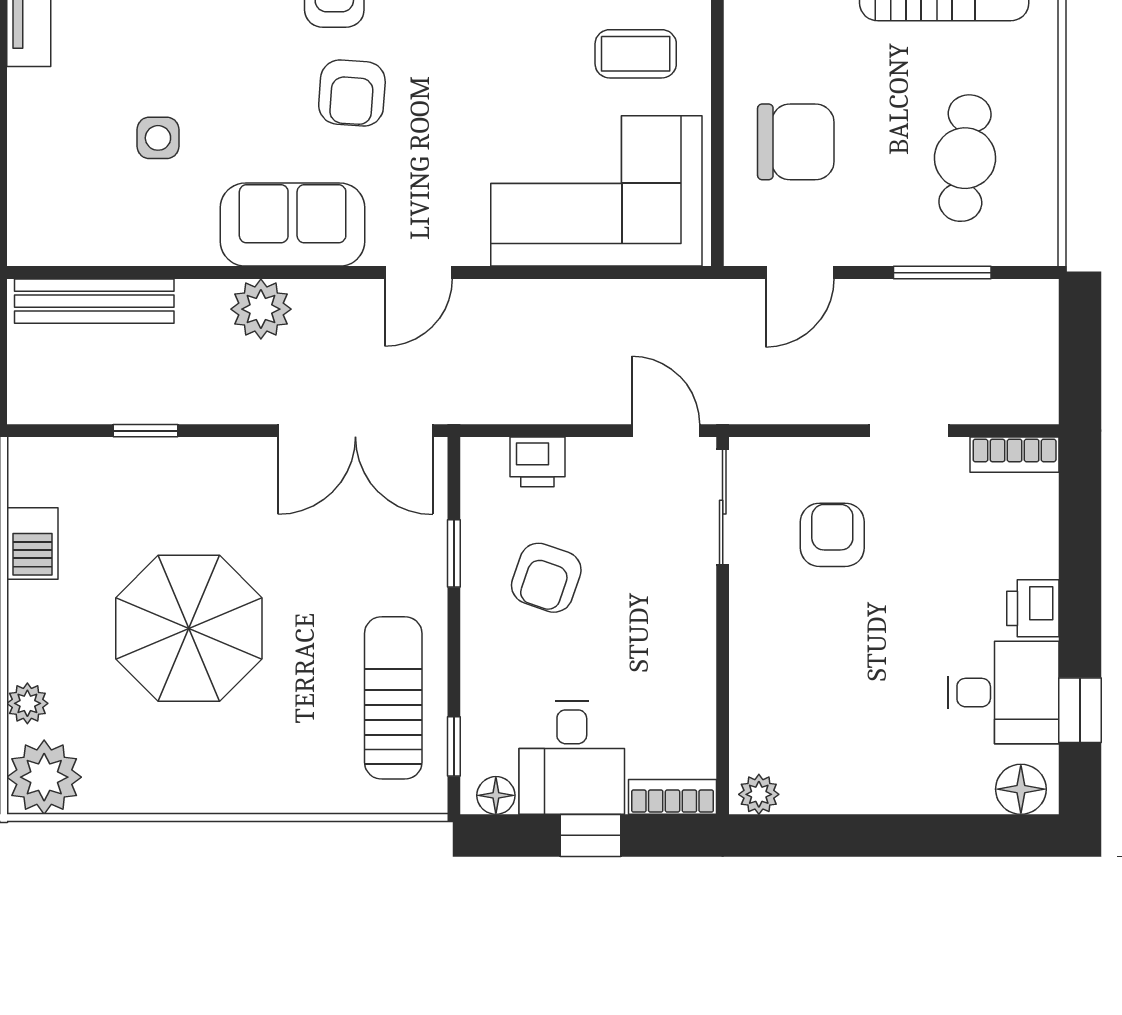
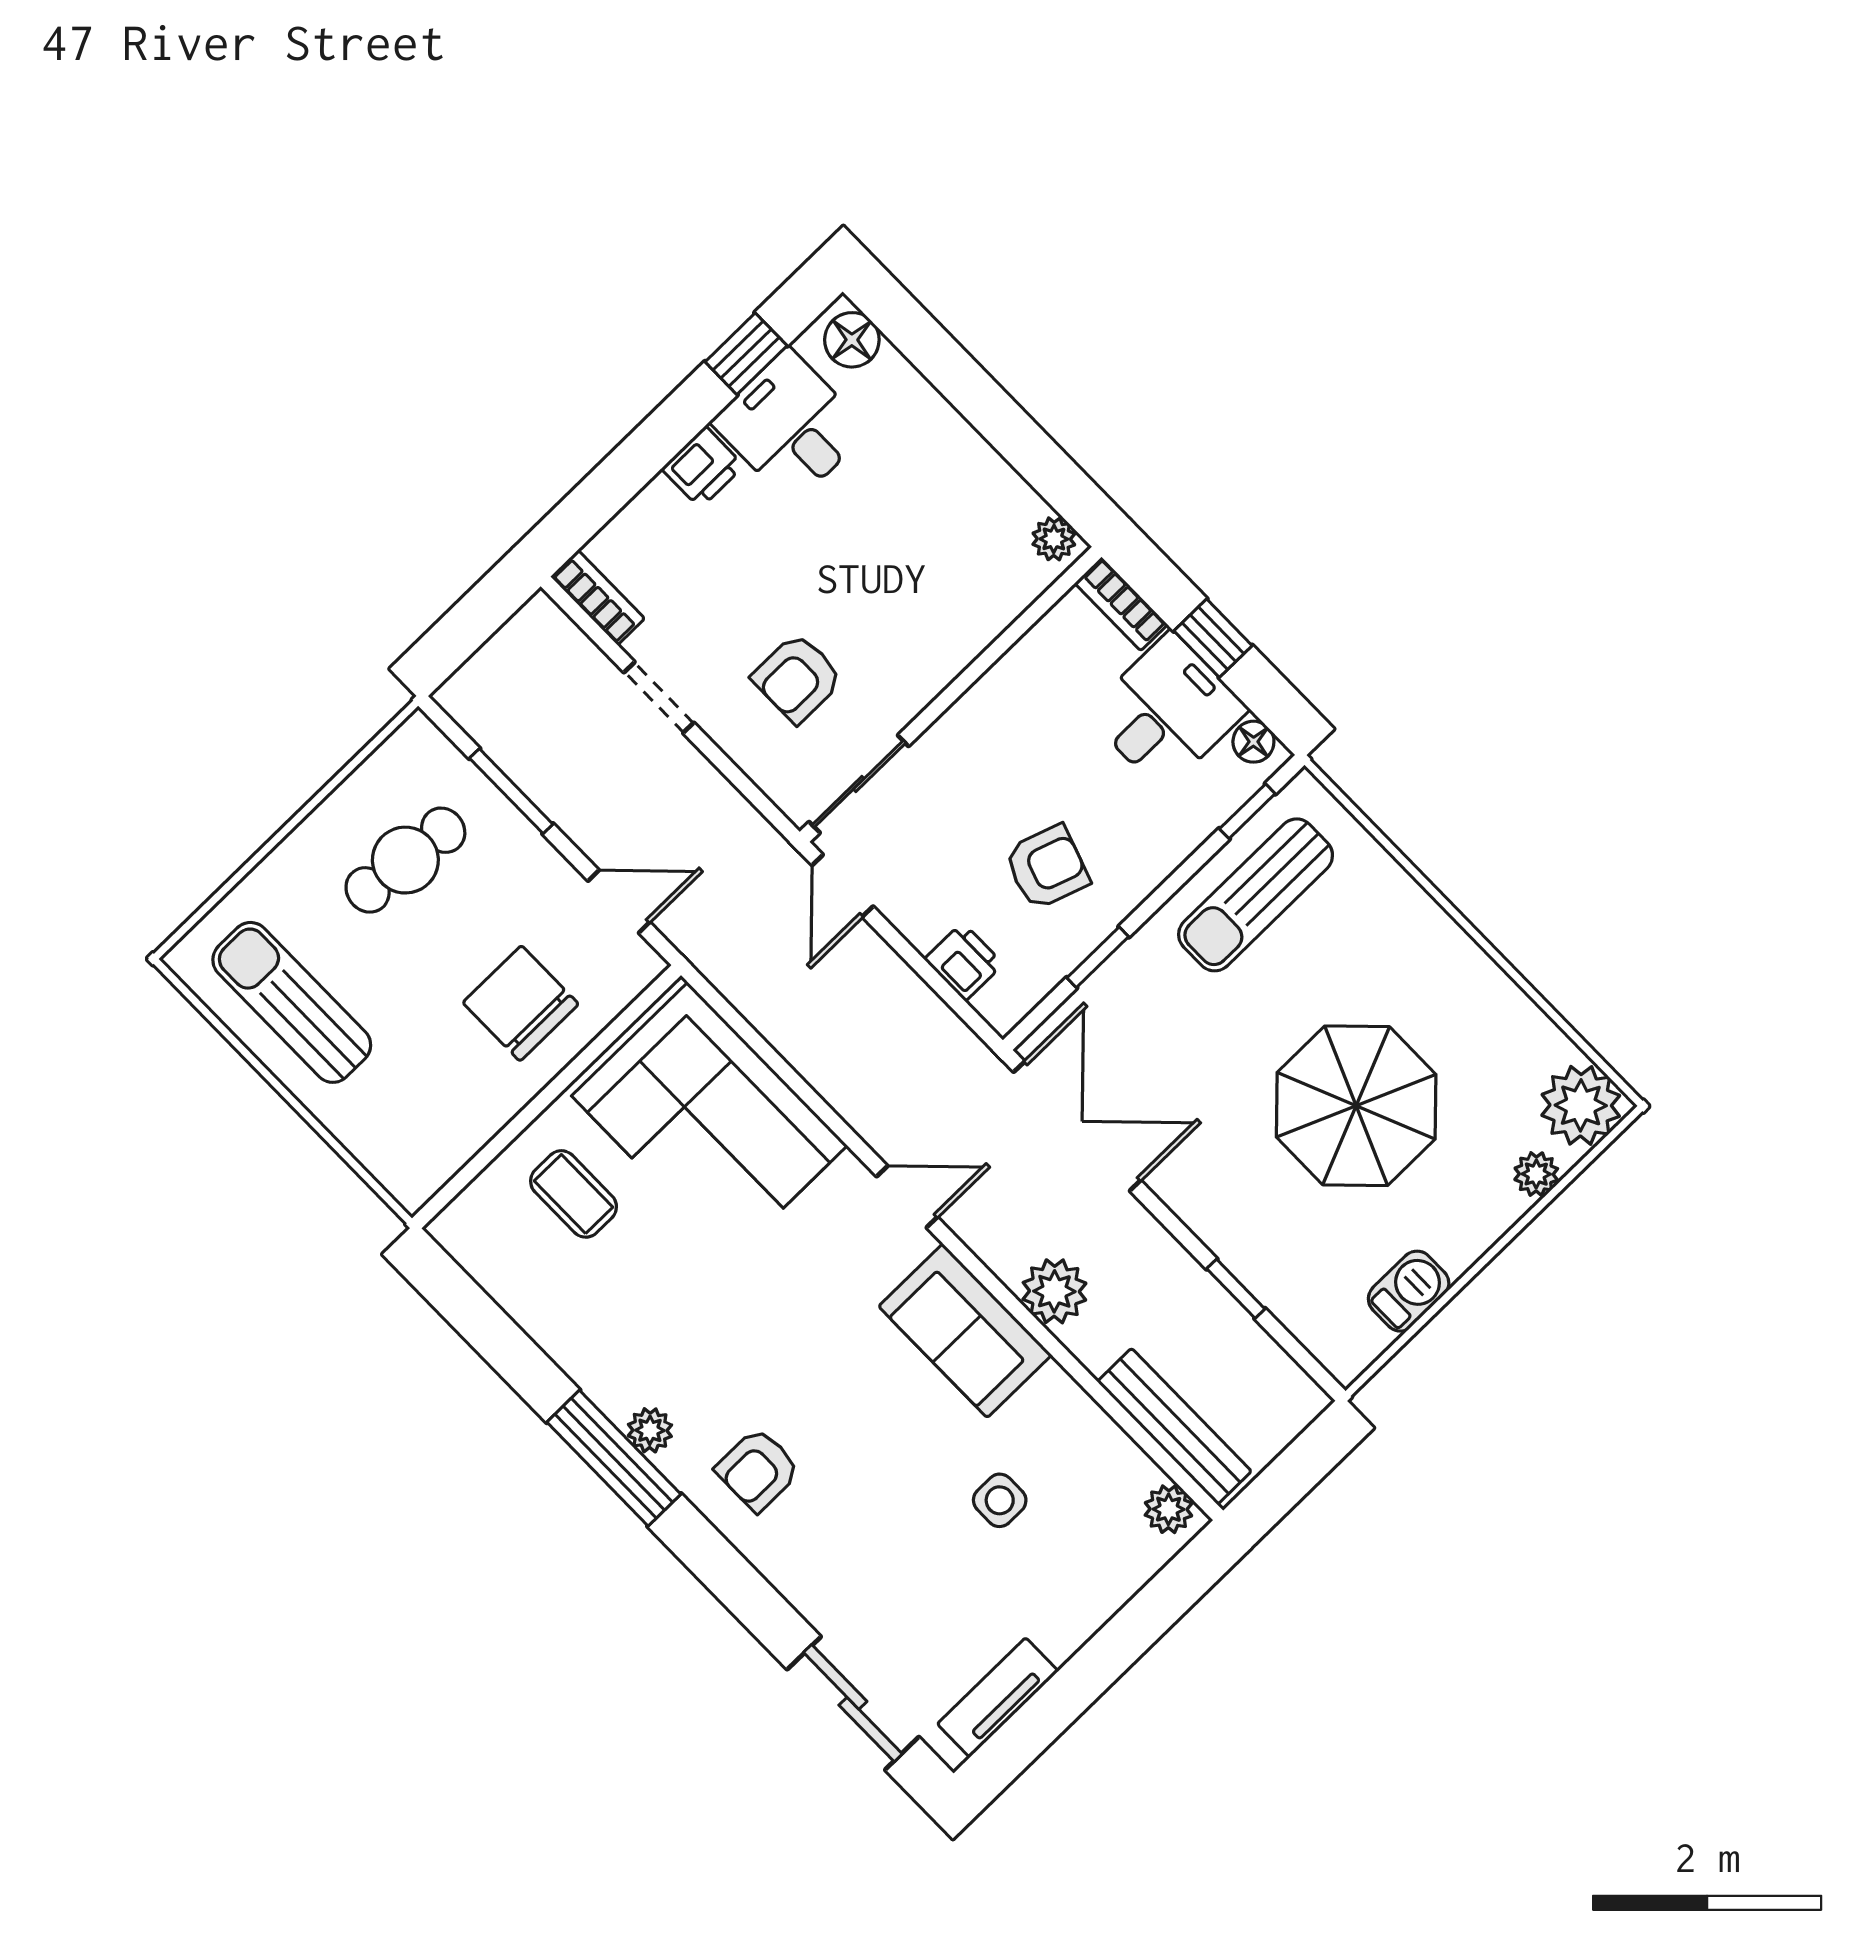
armchair: (352, 93) -> (818, 1384), removed
plant: (43, 244) -> (1169, 1509), added

